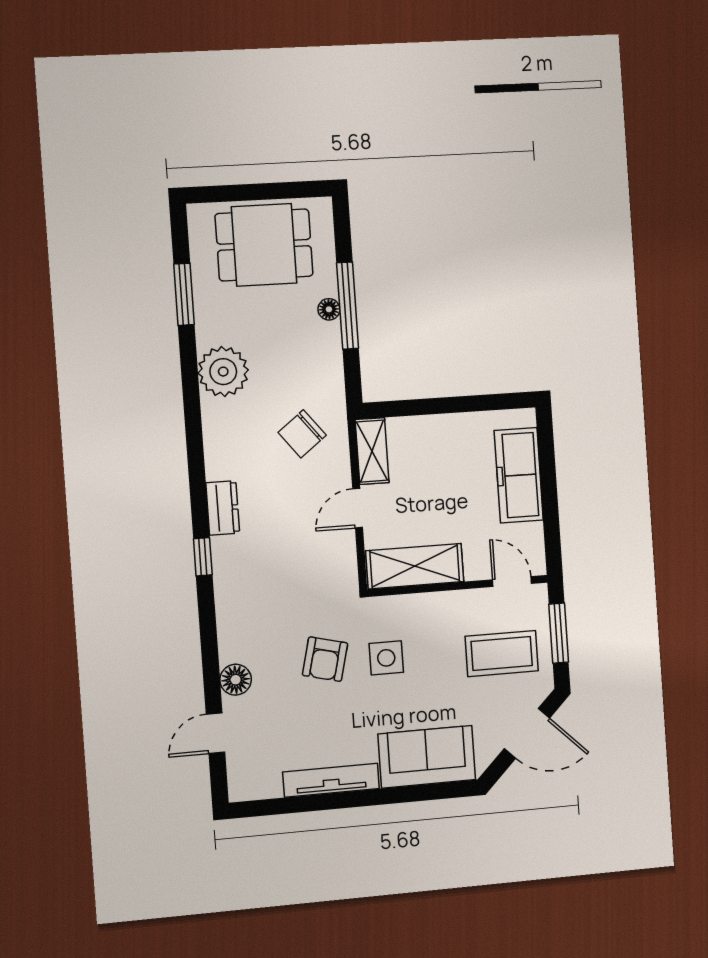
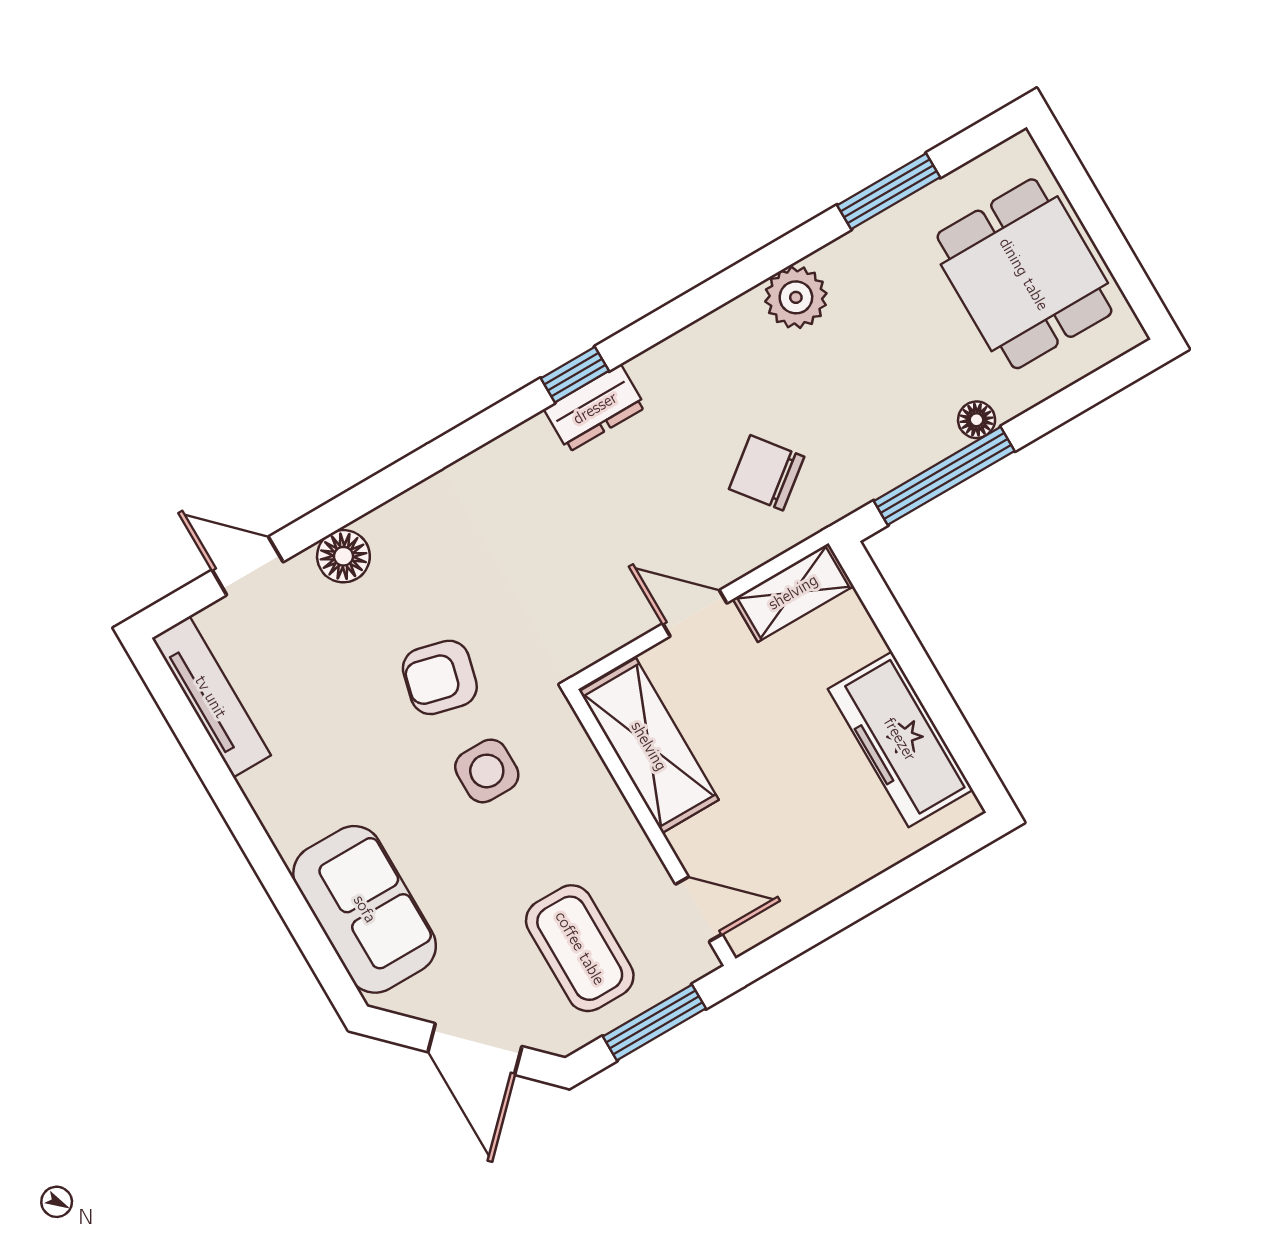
window: (348, 306) -> (944, 476), moved
plant: (223, 372) -> (796, 297), width x0.73, depth x0.73
freezer: (519, 475) -> (900, 739), moved, turned -90
window: (203, 557) -> (575, 375), moved
door: (512, 582) -> (699, 909), hinge flipped
tv unit: (331, 780) -> (211, 697), moved

